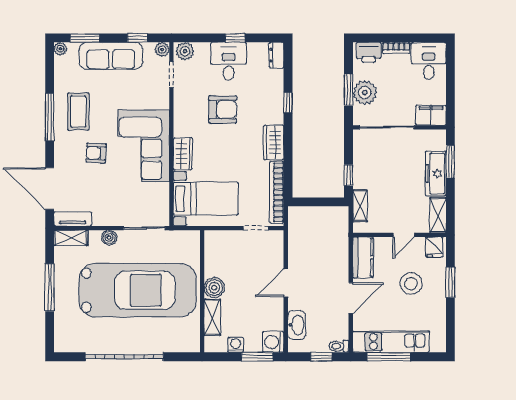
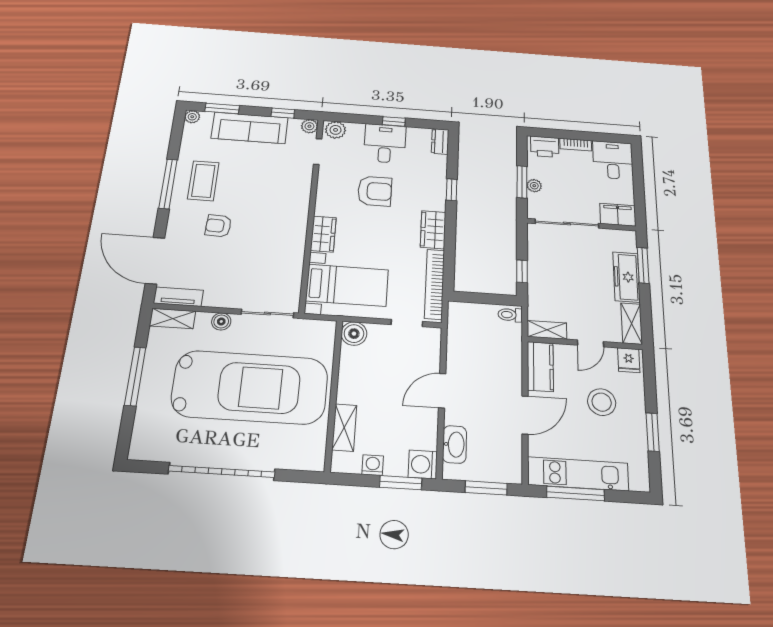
plant: (365, 93) -> (534, 186), width x0.53, depth x0.53
corner sofa: (144, 146) -> (277, 222), removed
shelving: (360, 206) -> (547, 330), moved, turned 90
window: (450, 282) -> (653, 432), moved
boiler: (214, 288) -> (354, 334), moved
toilet: (339, 346) -> (510, 315), moved
window: (321, 357) -> (486, 488), width x1.50

